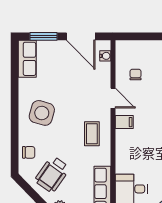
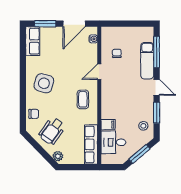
door: (81, 36) -> (74, 24), hinge flipped
door: (113, 98) -> (99, 72), swing flipped
filing cabinet: (124, 122) -> (108, 125), moved

